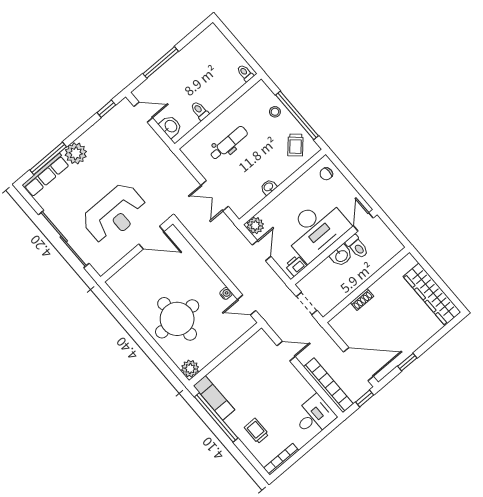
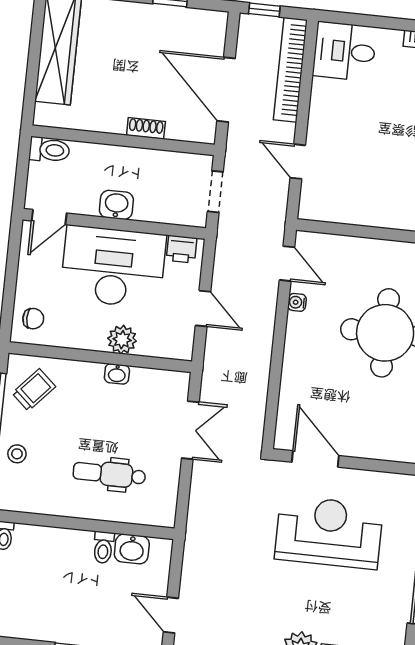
washbasin: (171, 126) -> (132, 549), moved, turned -90
plant: (255, 225) -> (122, 340), moved
toilet: (357, 247) -> (49, 150), moved, turned 90
door: (262, 251) -> (203, 309), swing flipped
door: (358, 364) -> (226, 90), moved

